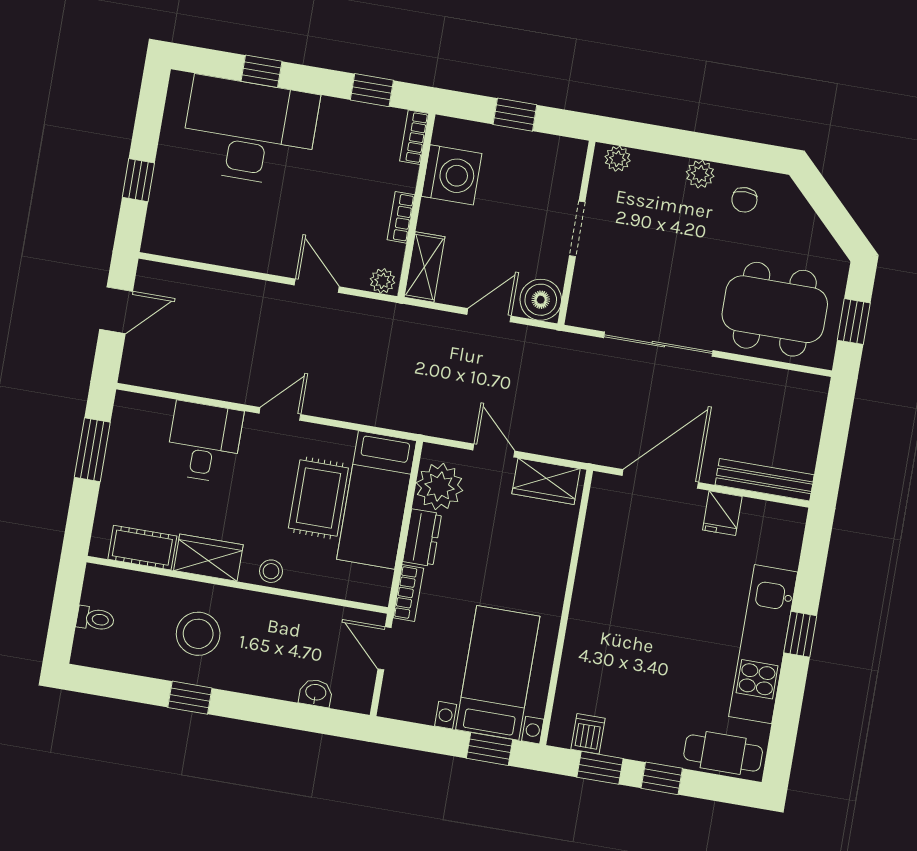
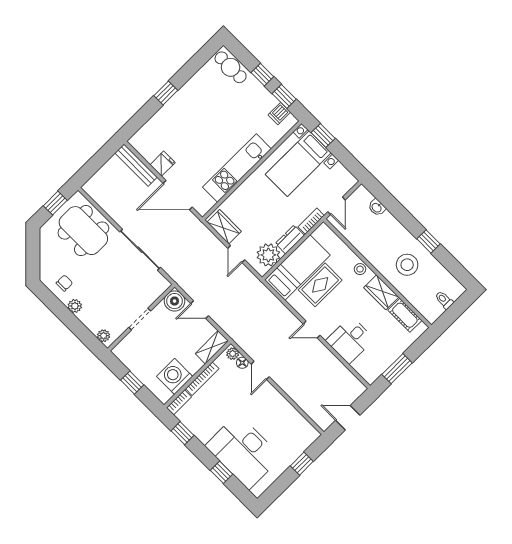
bookcase: (401, 217) -> (202, 379), width x1.56
floor lamp: (356, 277) -> (242, 363), added
kitchen unit: (763, 644) -> (237, 168), moved, turned 180

